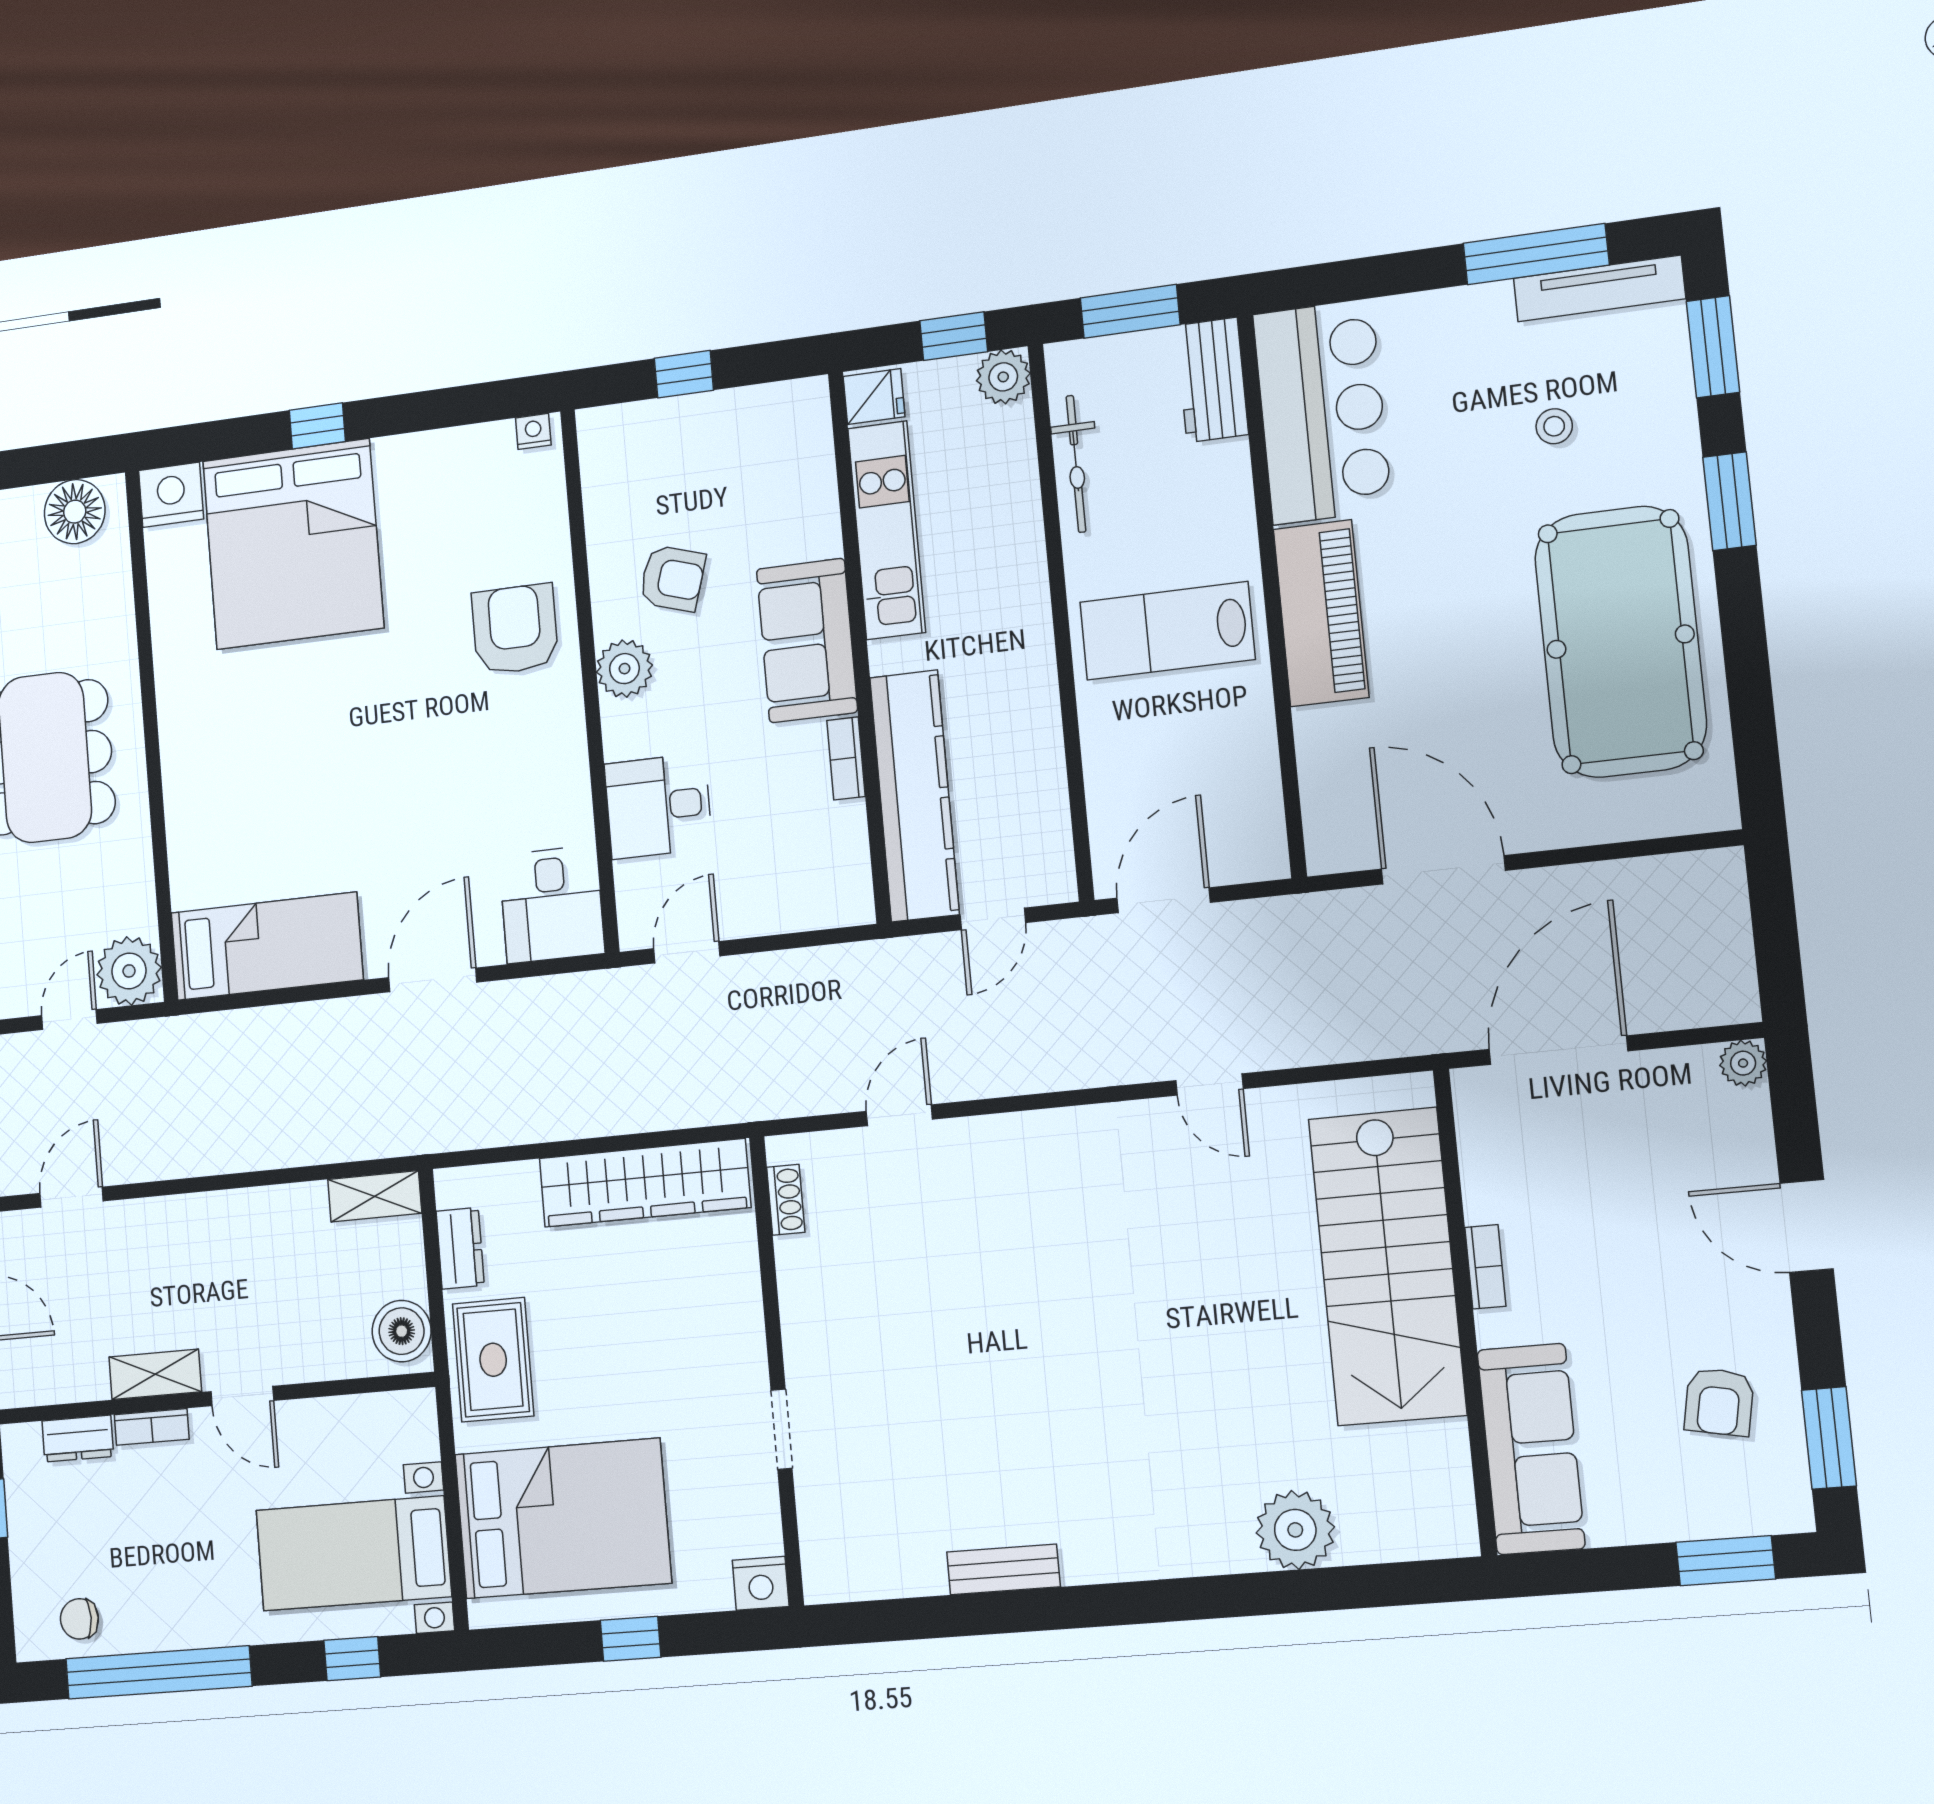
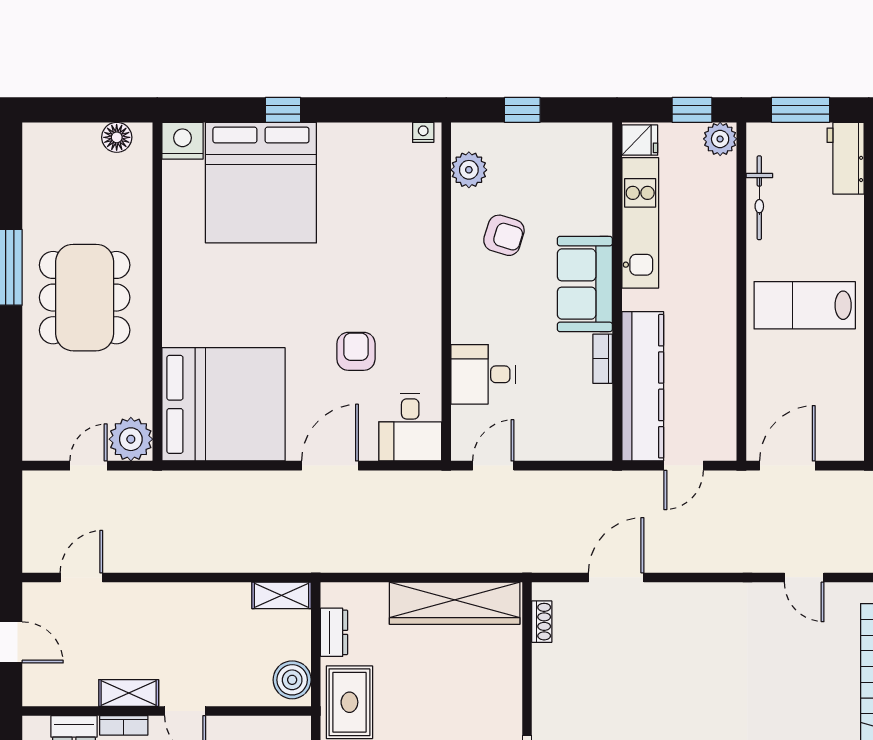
floor lamp: (75, 512) -> (117, 137), width x0.73, depth x0.73
armchair: (515, 629) -> (356, 351), moved, width x0.72, depth x0.72
plant: (624, 669) -> (469, 170), moved
bed: (267, 946) -> (224, 404), width x2.04
door: (899, 1115) -> (616, 577), width x1.37

